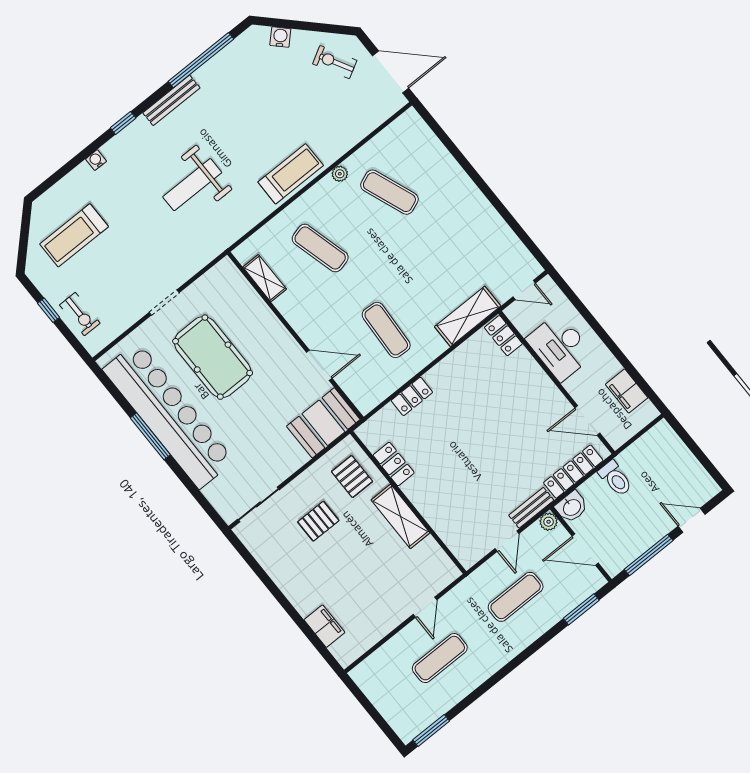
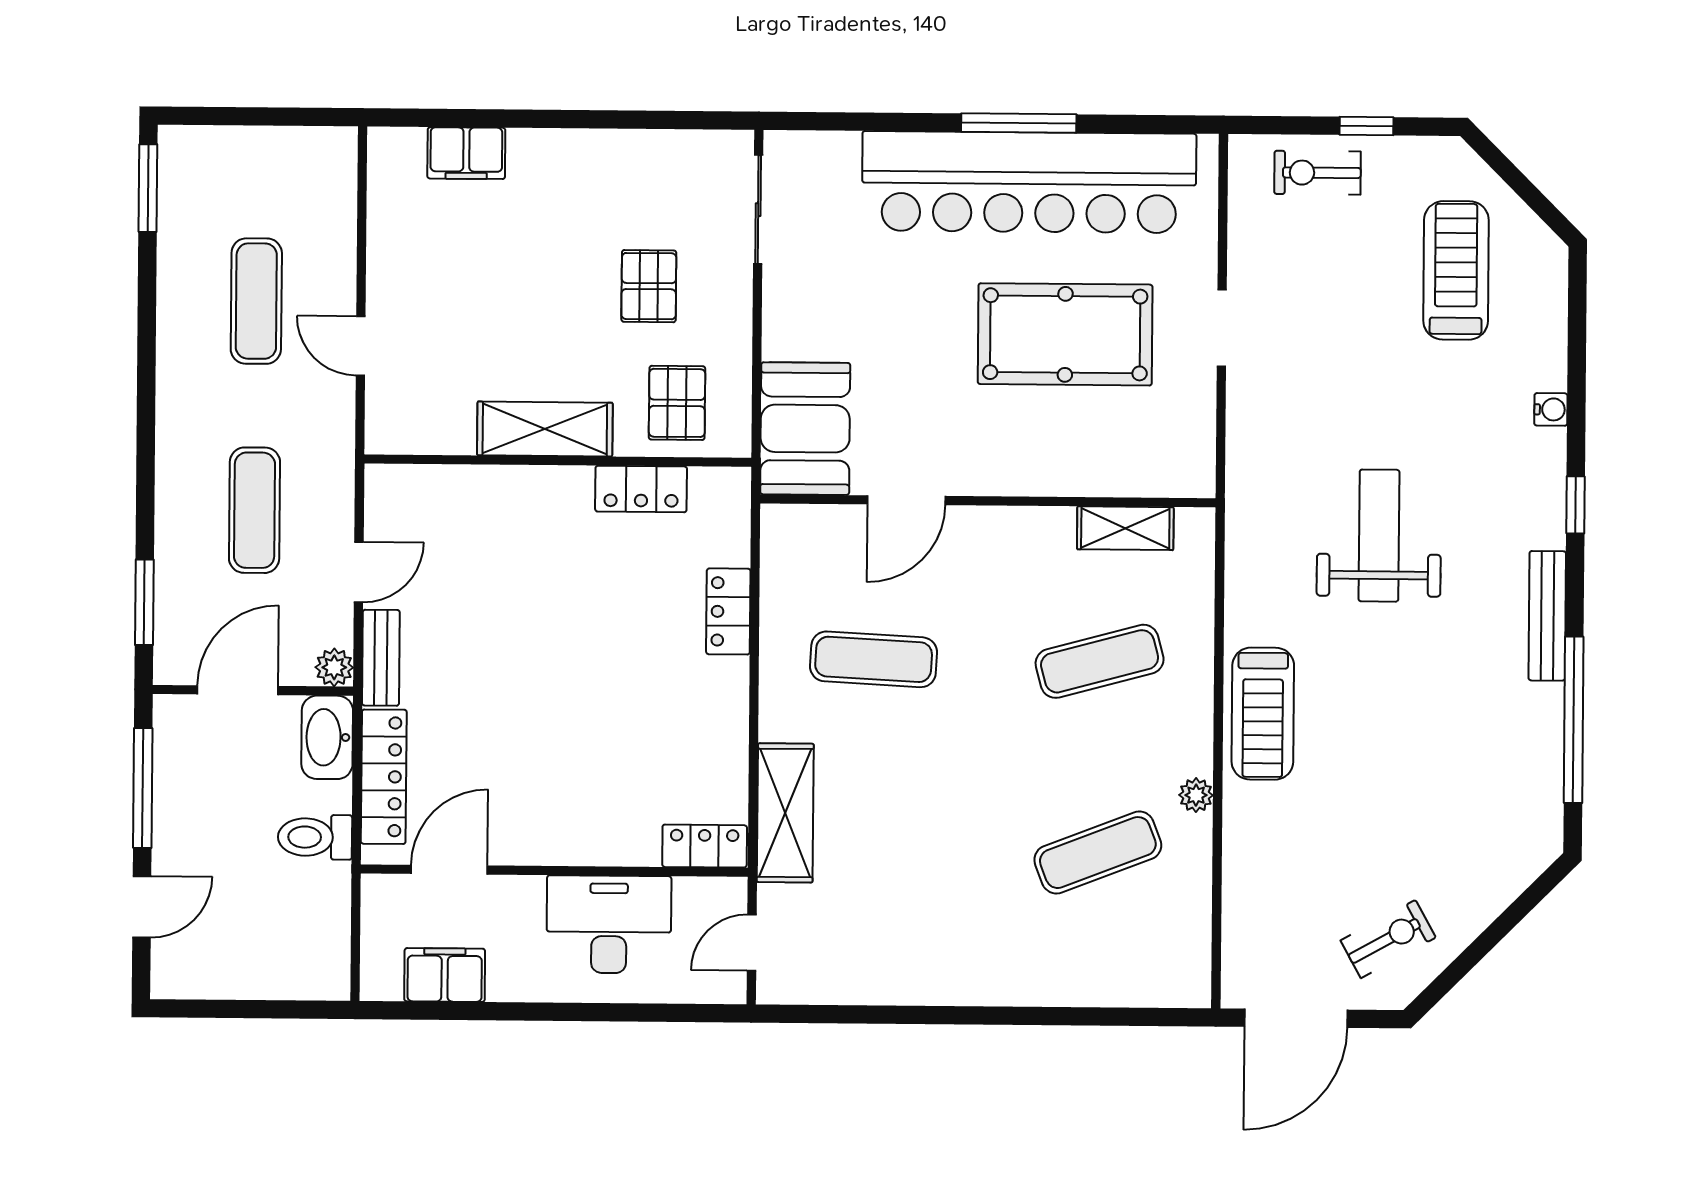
water cooler: (280, 37) -> (1504, 883), removed
pallet: (352, 477) -> (677, 403), turned 90
washbasin: (572, 507) -> (327, 737), width x1.38
door: (507, 541) -> (359, 572), swing flipped

